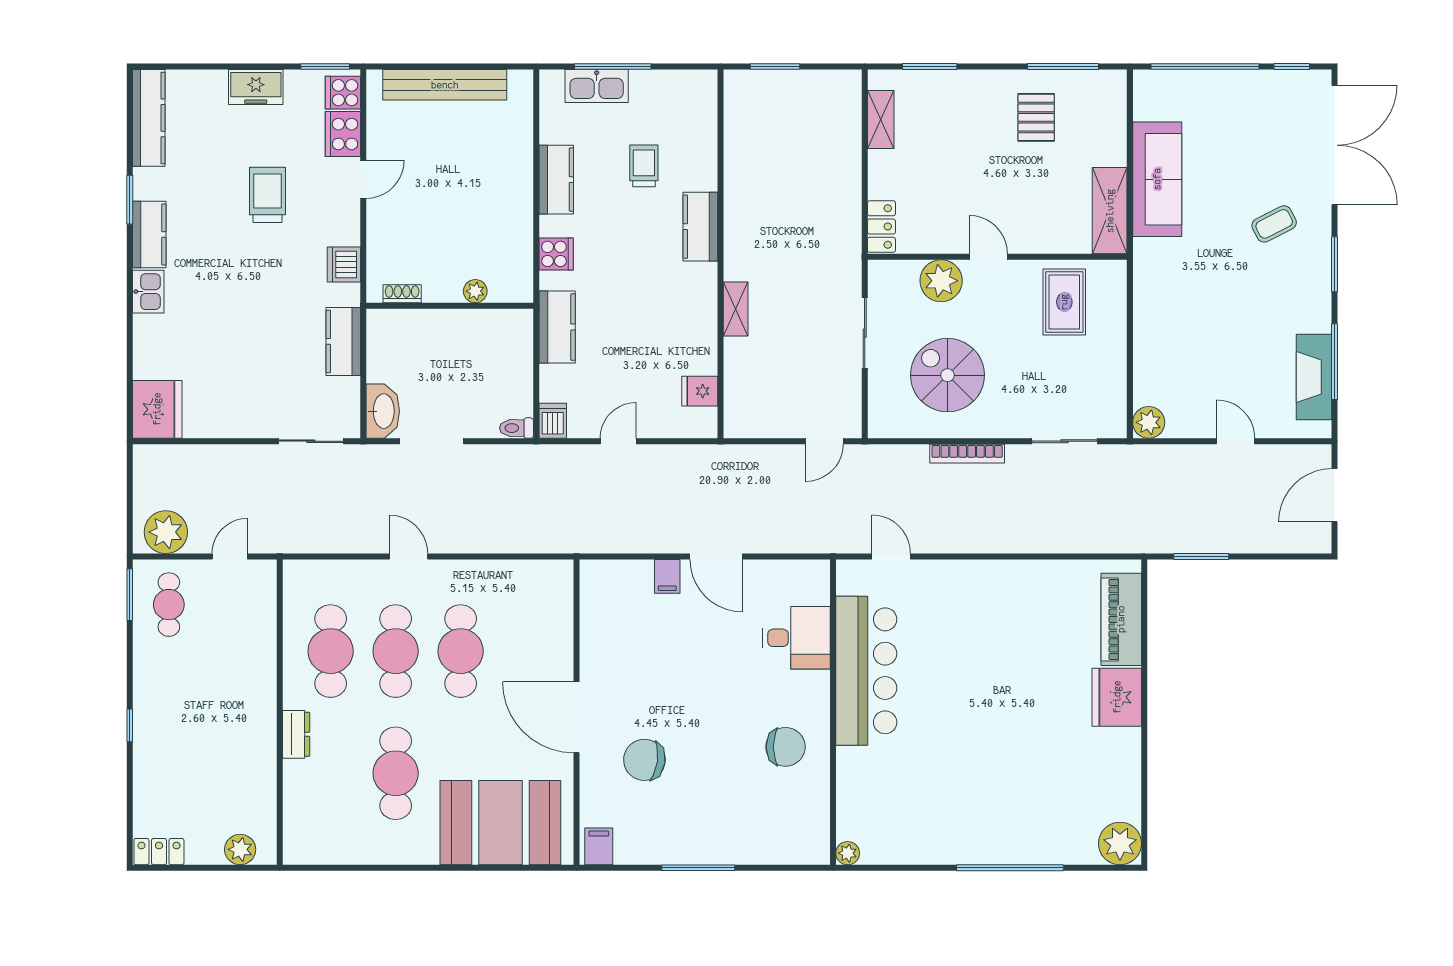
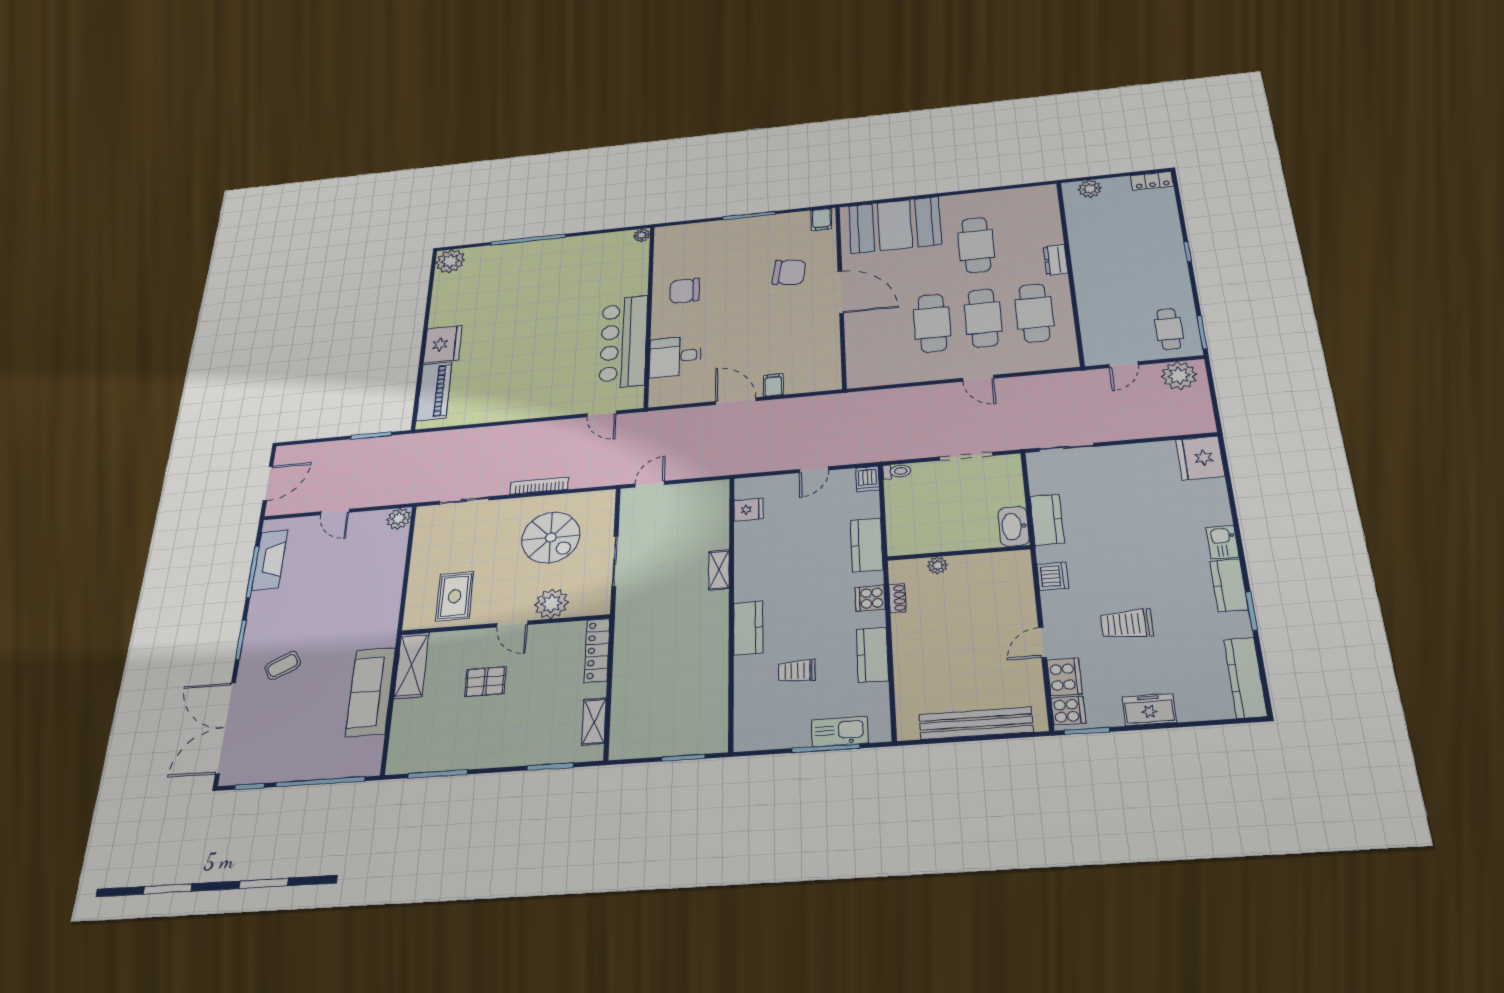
pallet: (1036, 117) -> (485, 682), moved, turned 90
trolley: (644, 166) -> (797, 671), turned 90
trolley: (267, 195) -> (1127, 624), turned 90
locker: (881, 227) -> (597, 650), width x1.53
shoe rack: (402, 294) -> (897, 598), moved, turned -90
washbasin: (383, 411) -> (1014, 526), moved

